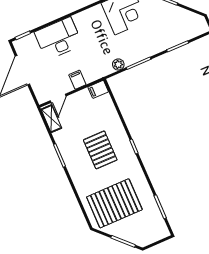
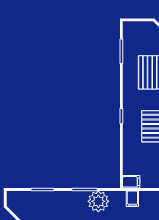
plant: (118, 64) -> (98, 201), width x1.87, depth x1.87
filing cabinet: (77, 80) -> (132, 199), moved

